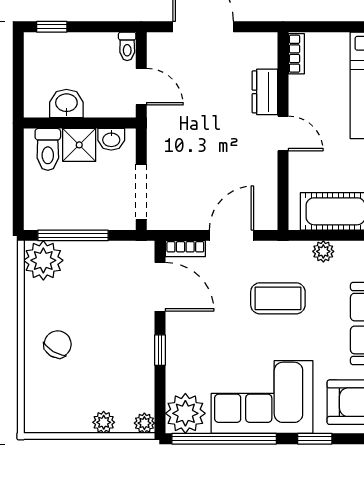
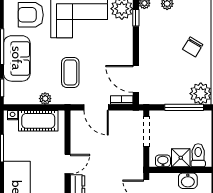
door: (283, 133) -> (68, 164), swing flipped
door: (232, 235) -> (96, 107), hinge flipped
coffee table: (278, 298) -> (70, 72), turned 90
window: (160, 350) -> (136, 18), moved

